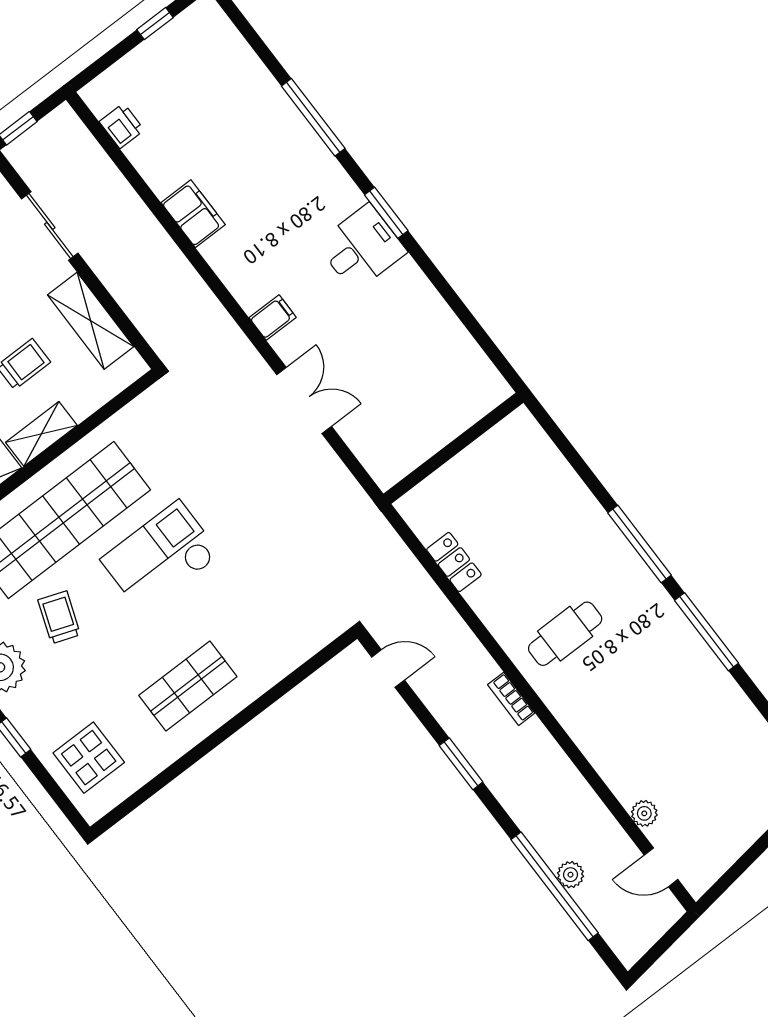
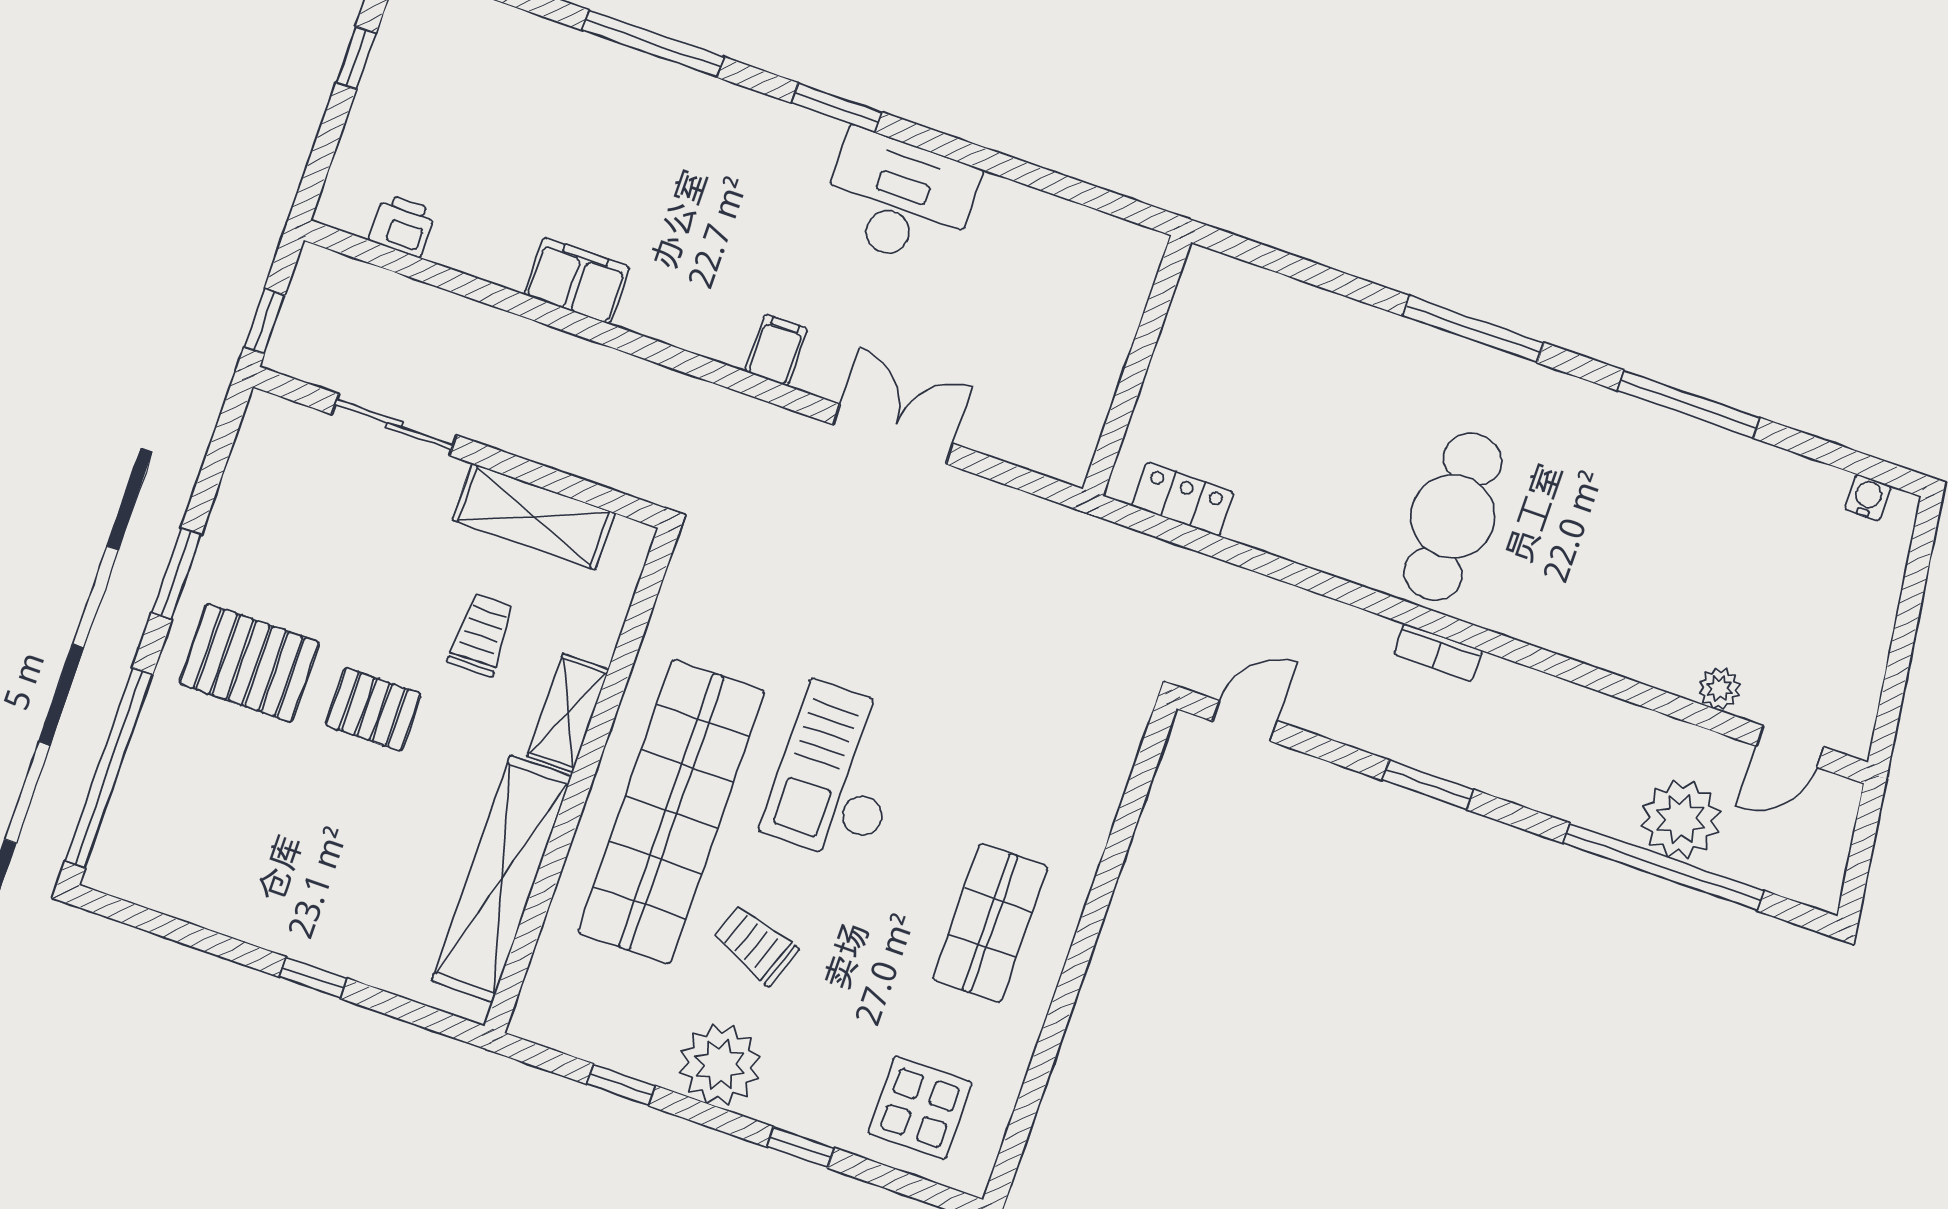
desk: (362, 248) -> (899, 199), moved, width x1.37
locker: (454, 562) -> (1183, 499), moved
window: (707, 632) -> (1689, 404), moved
cafe table: (565, 634) -> (1453, 516), width x1.37, depth x1.35
plant: (571, 875) -> (1681, 819), width x1.87, depth x1.87

